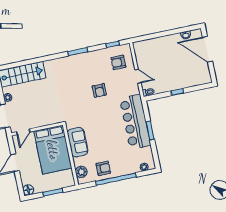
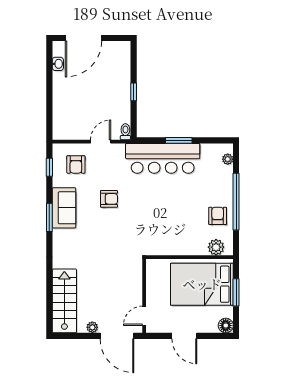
door: (23, 132) -> (144, 316), swing flipped
sofa: (78, 142) -> (64, 208), moved, turned 90
bed: (53, 150) -> (202, 284), moved, turned 180

